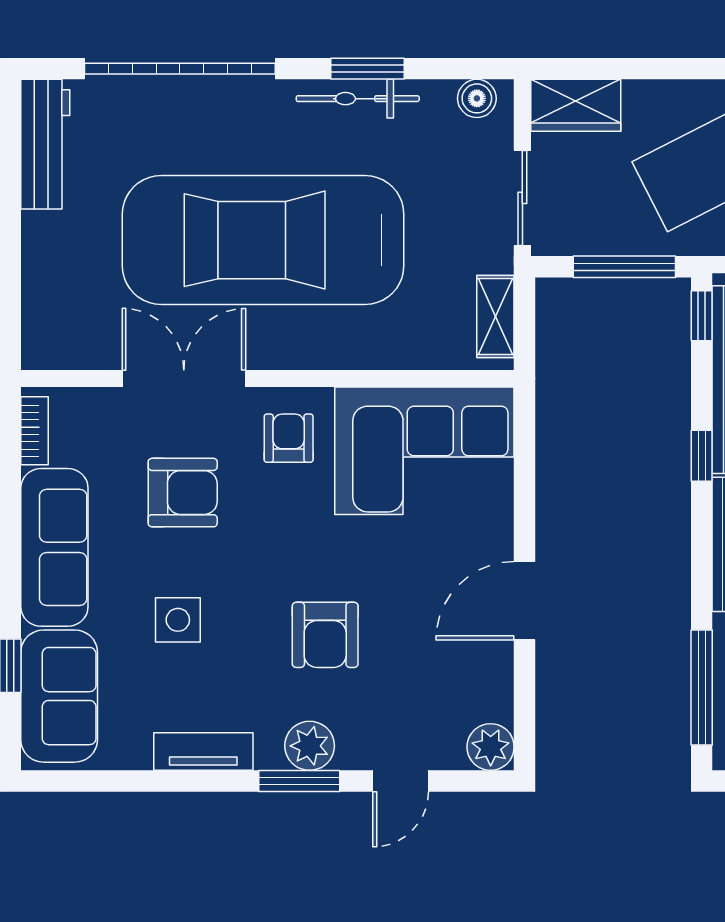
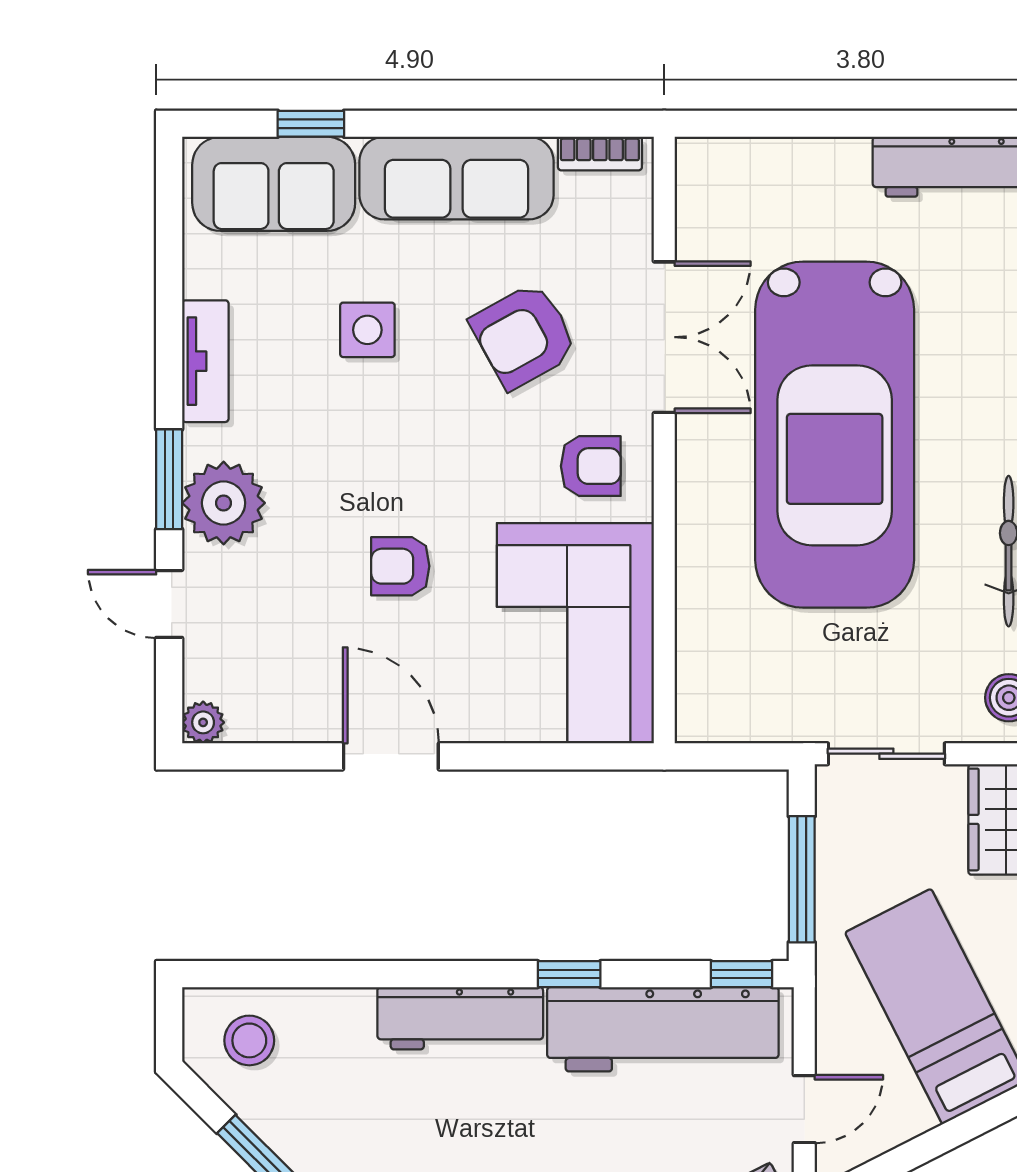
car: (263, 240) -> (835, 435), turned 180
shelving: (495, 317) -> (740, 721), removed
armchair: (183, 493) -> (524, 336), turned 61
armchair: (325, 635) -> (400, 566), moved, width x0.72, depth x0.72
window: (702, 687) -> (284, 974), removed
plant: (310, 746) -> (224, 503), width x1.36, depth x1.36
plant: (491, 747) -> (203, 722), width x0.73, depth x0.73

